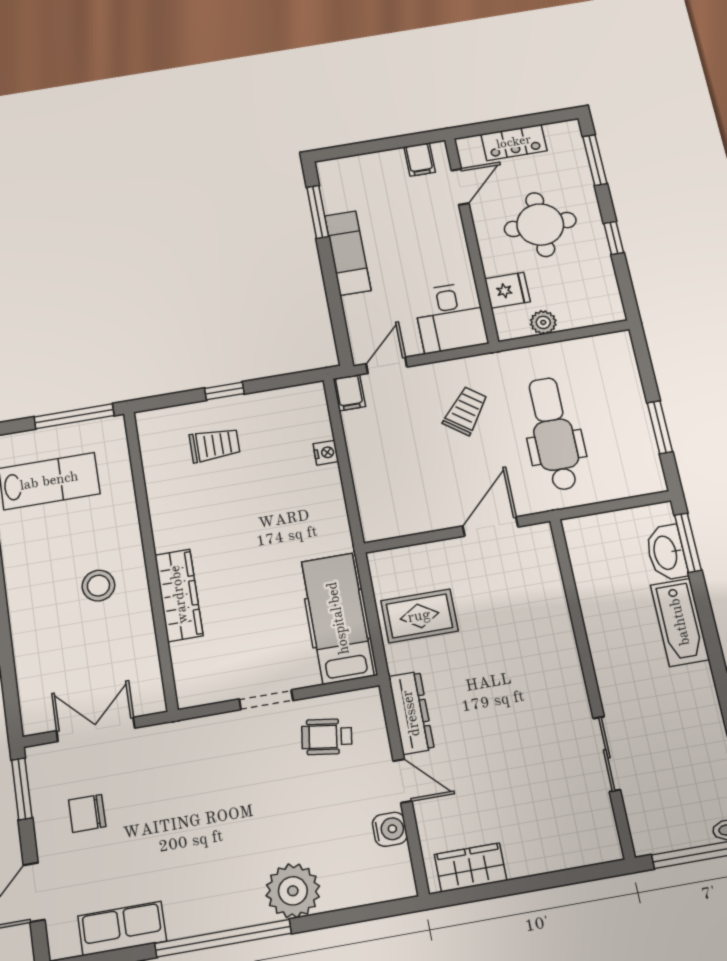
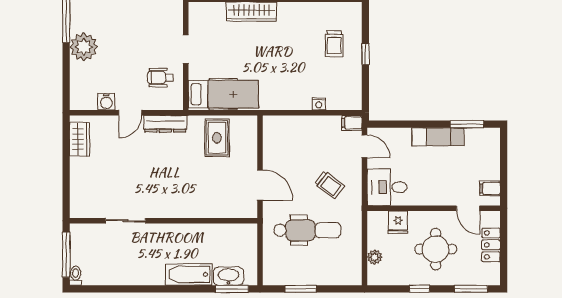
plant: (543, 322) -> (375, 257), moved
wheelchair: (327, 737) -> (160, 78), turned -98

